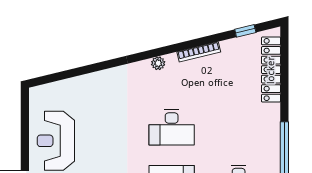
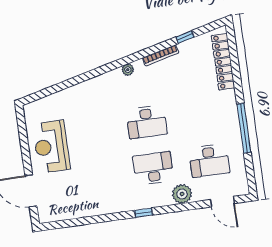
window: (245, 31) -> (185, 37), moved

